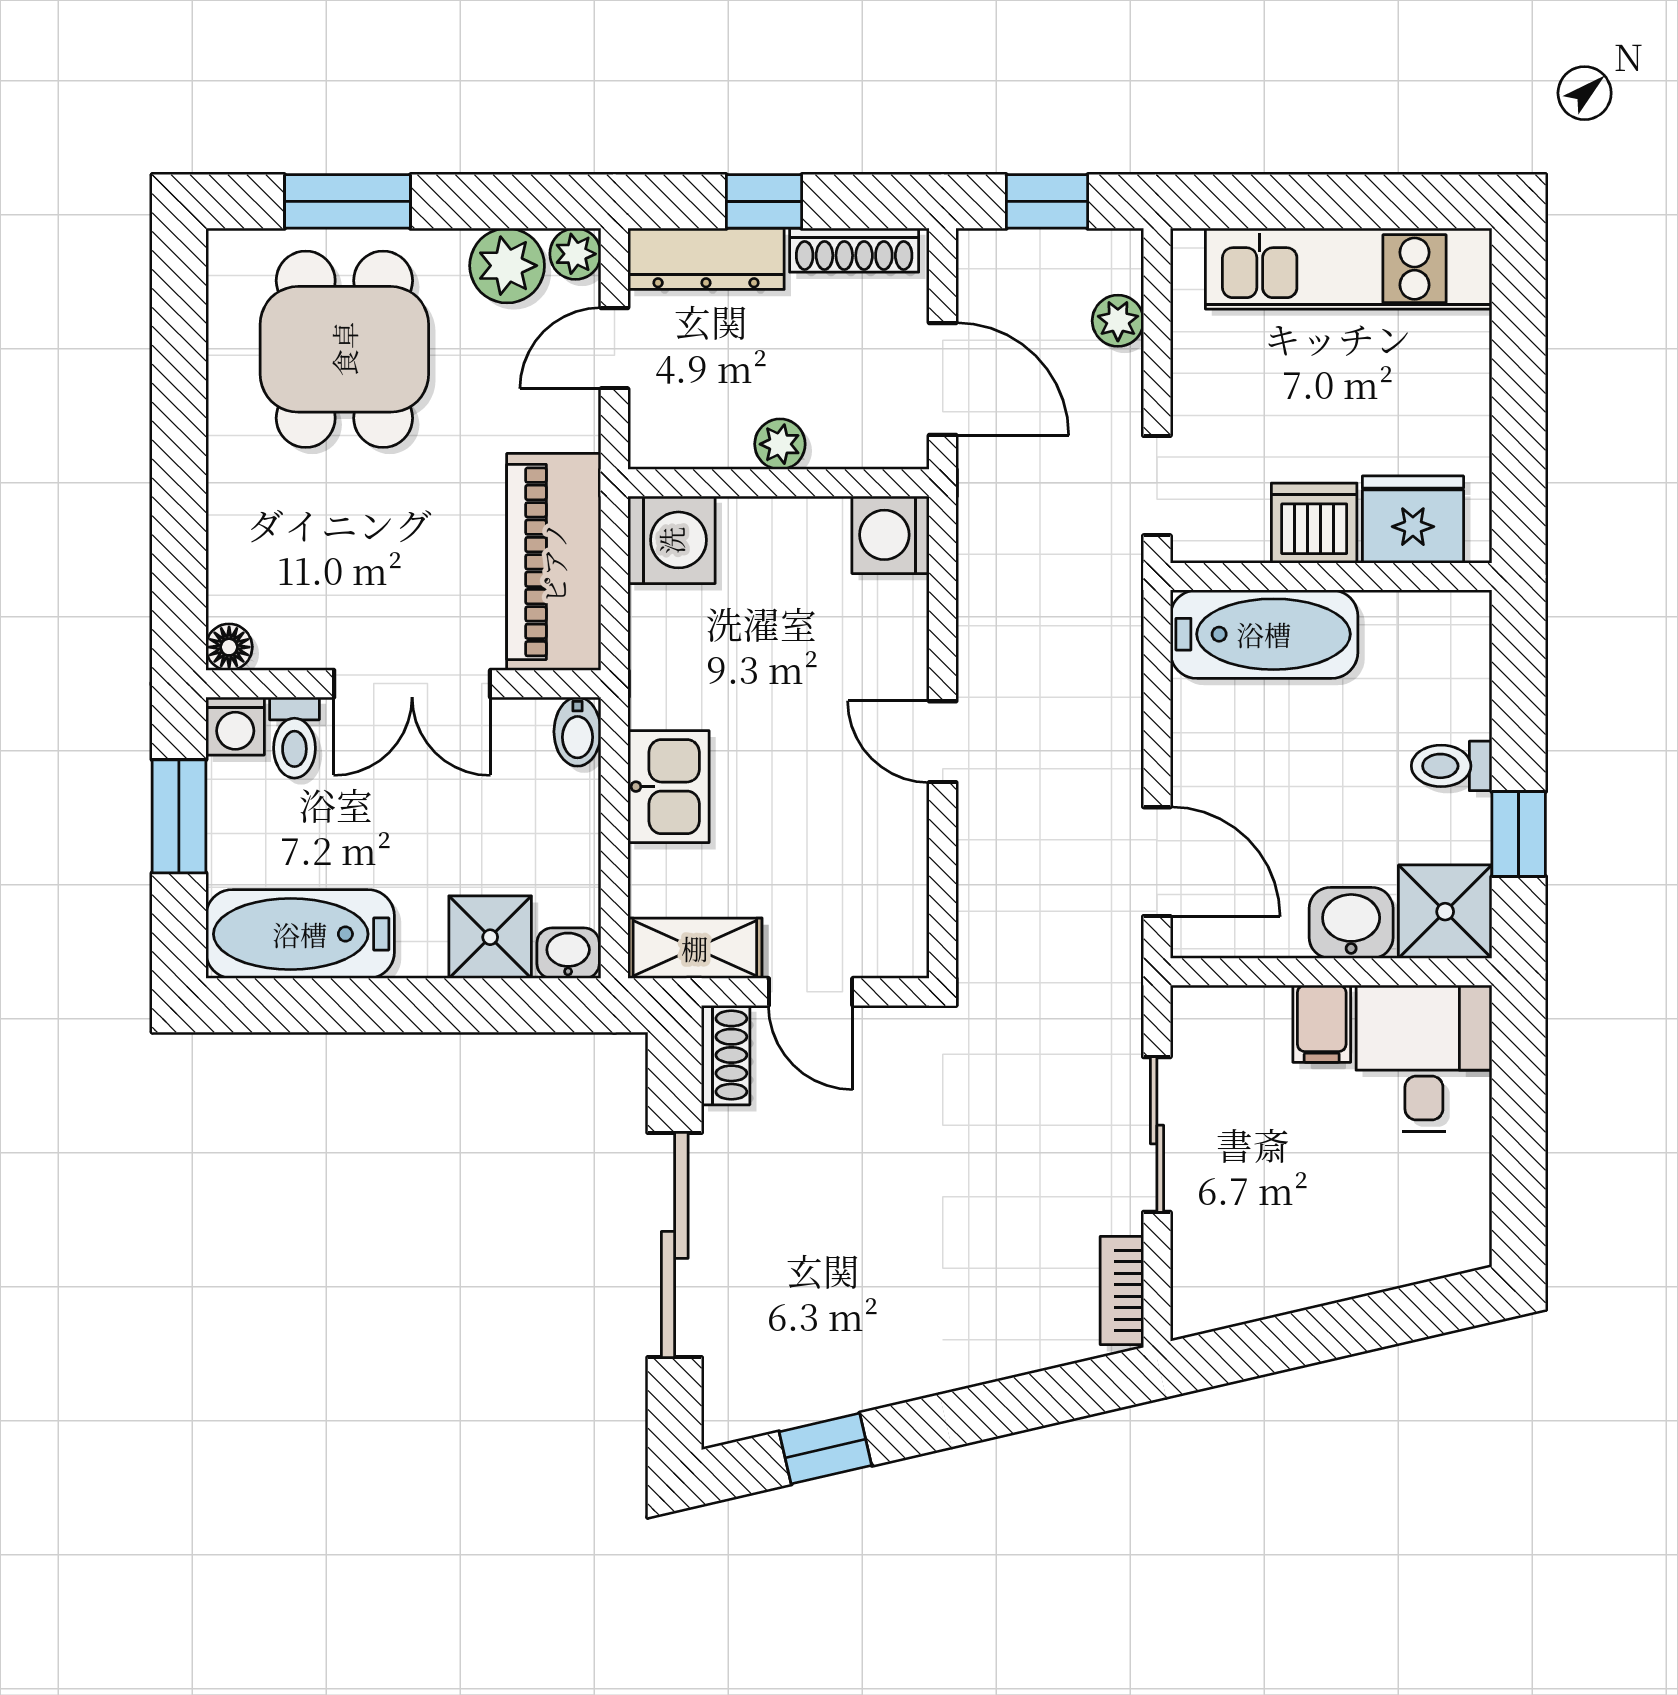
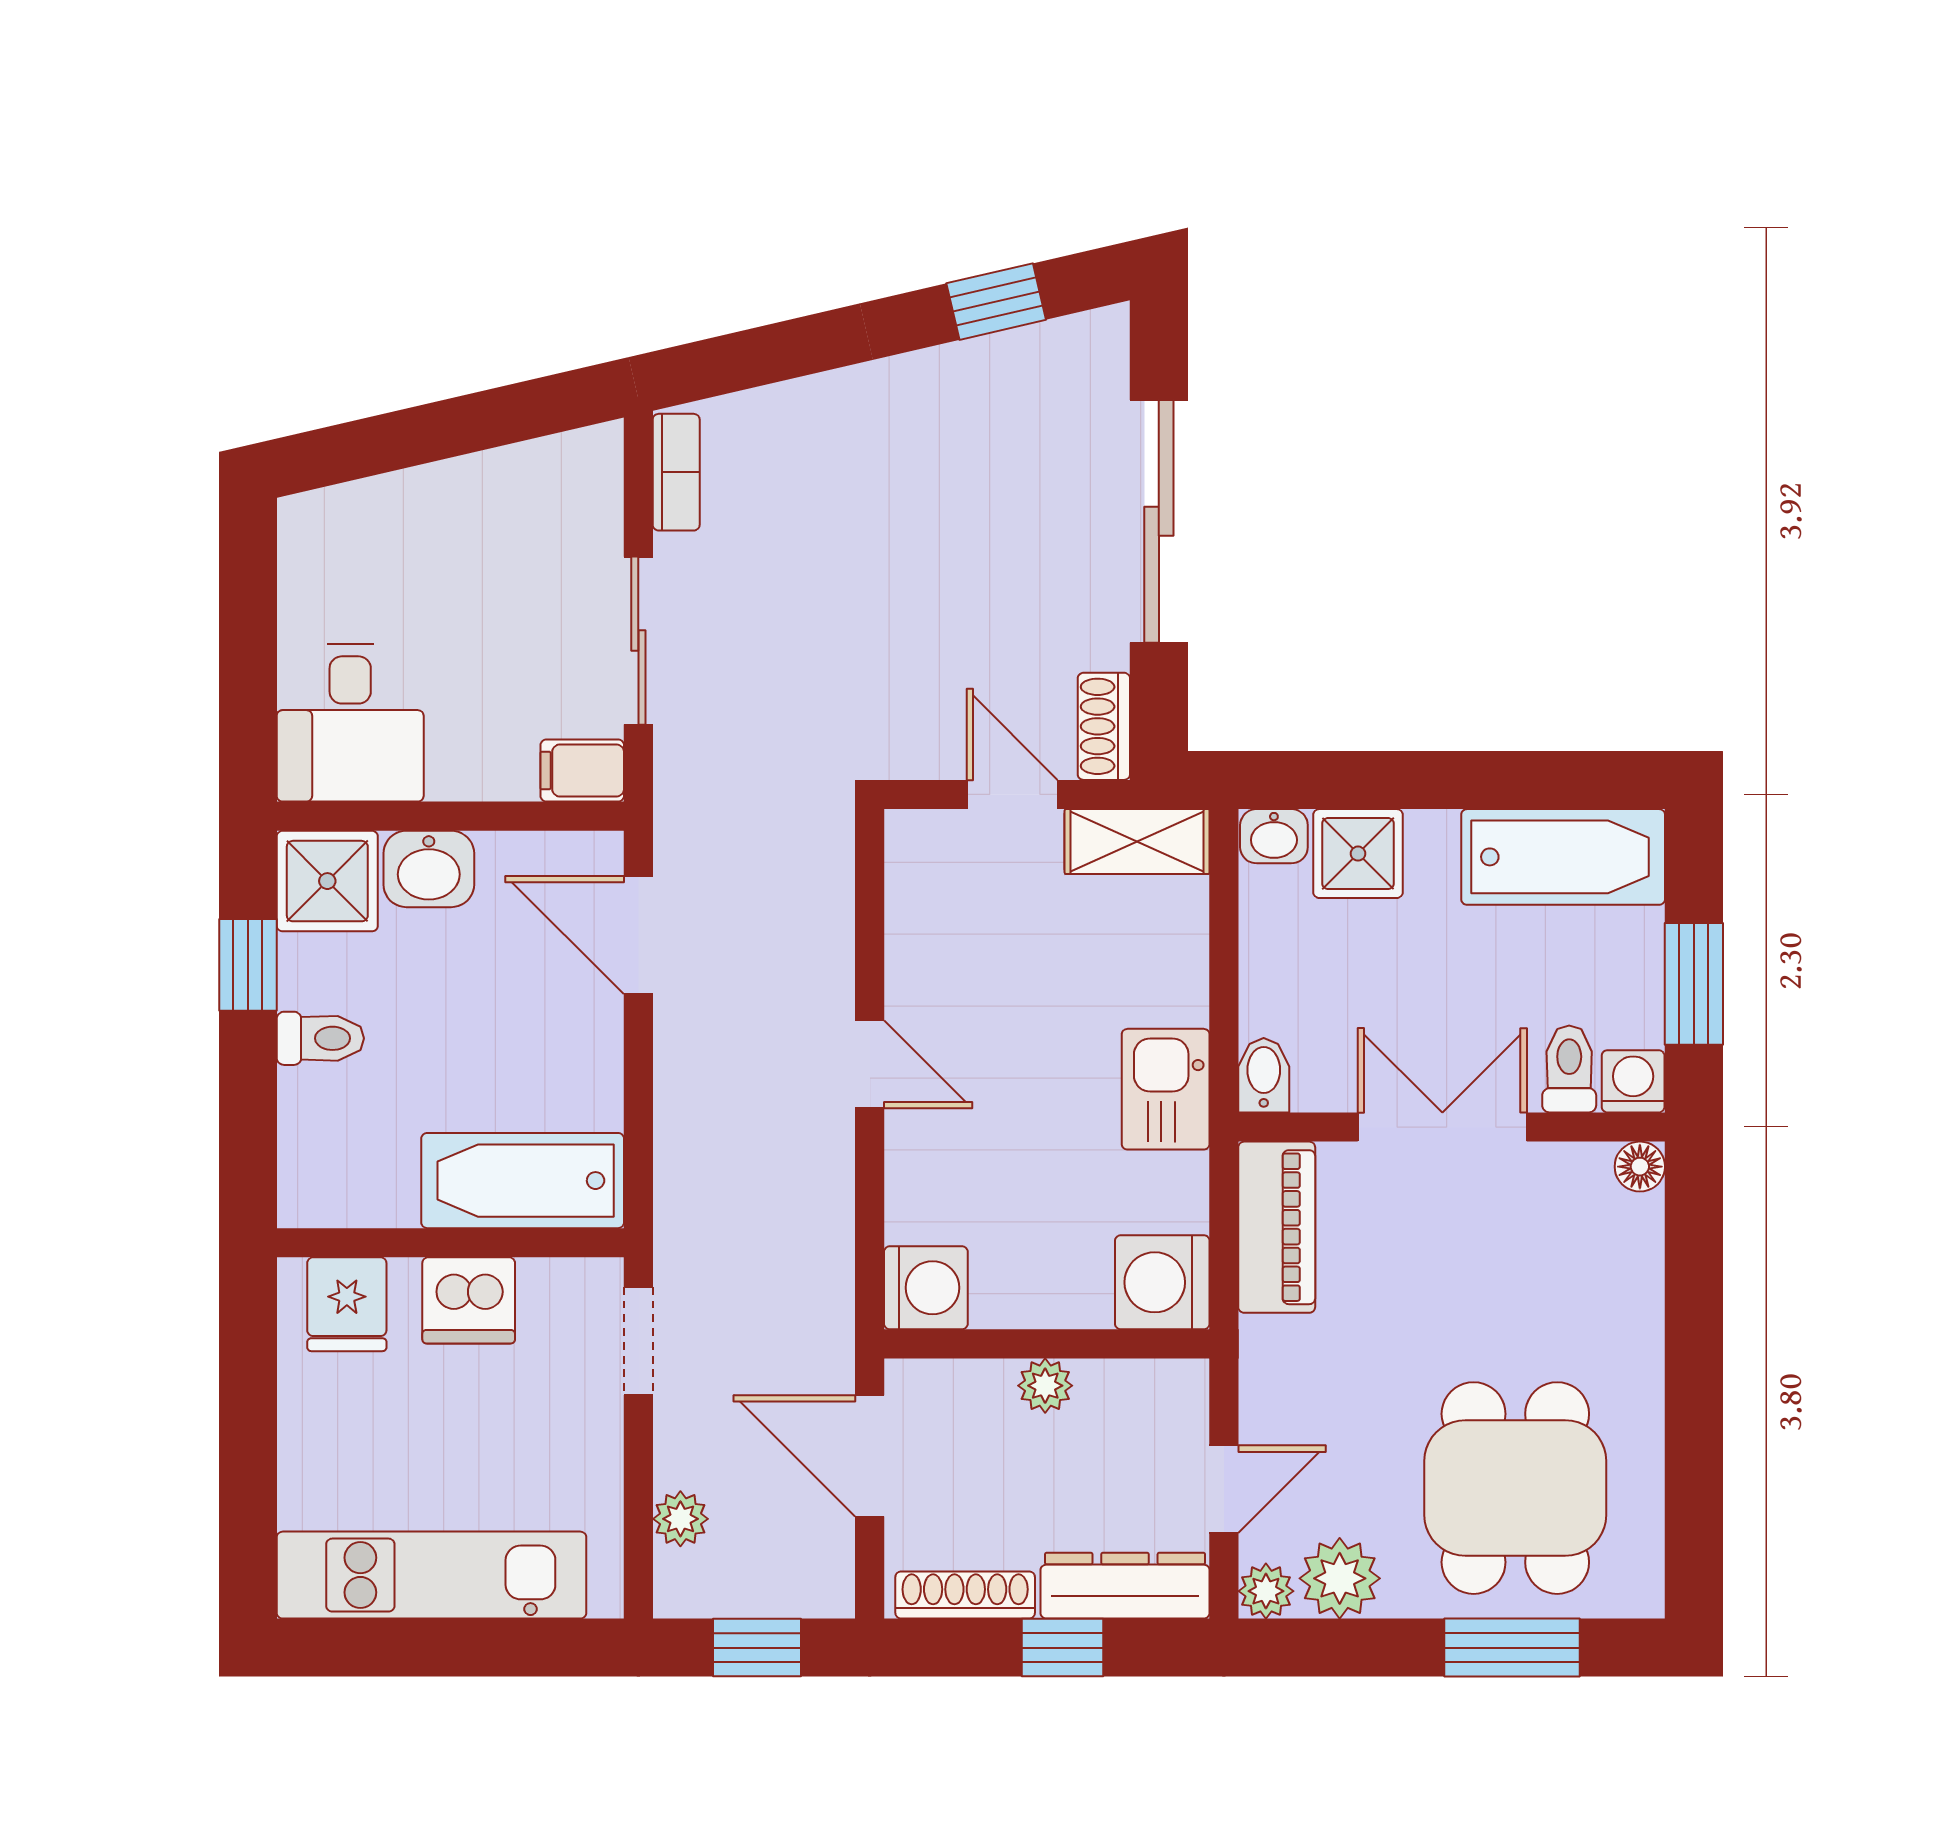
fridge: (1413, 520) -> (347, 1304), width x0.72
piano: (554, 562) -> (1277, 1227), width x0.73, depth x0.75
kitchen sink: (668, 787) -> (1166, 1089), moved
filing cabinet: (1322, 1024) -> (582, 770), moved, turned -90

